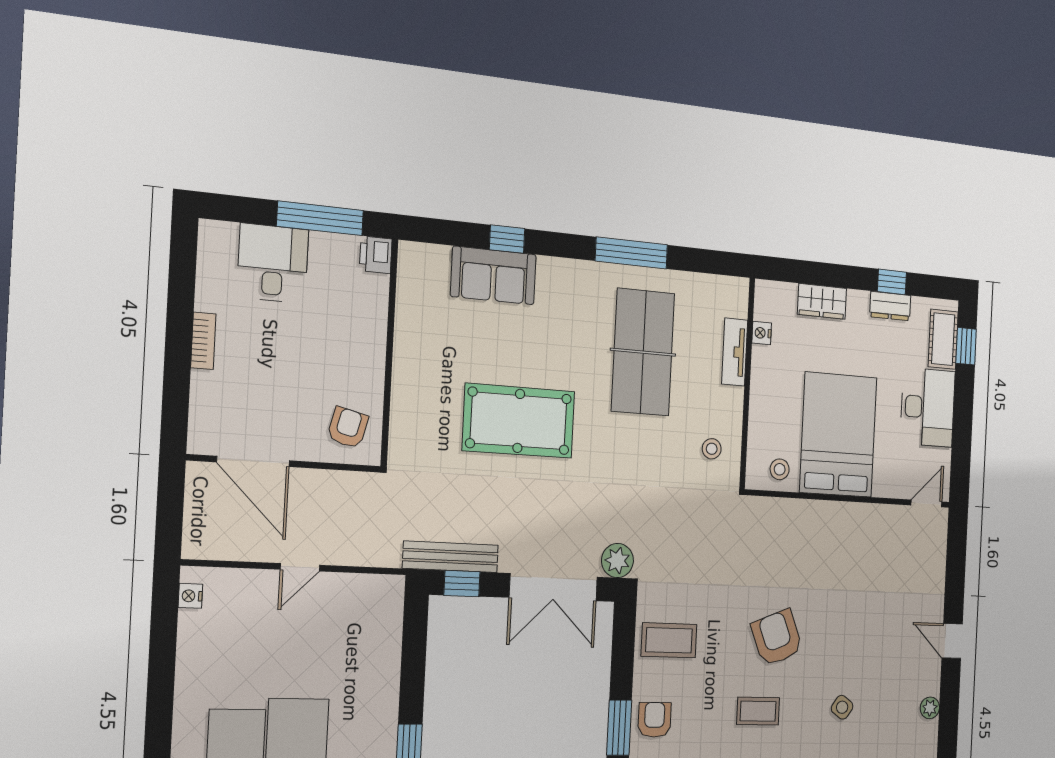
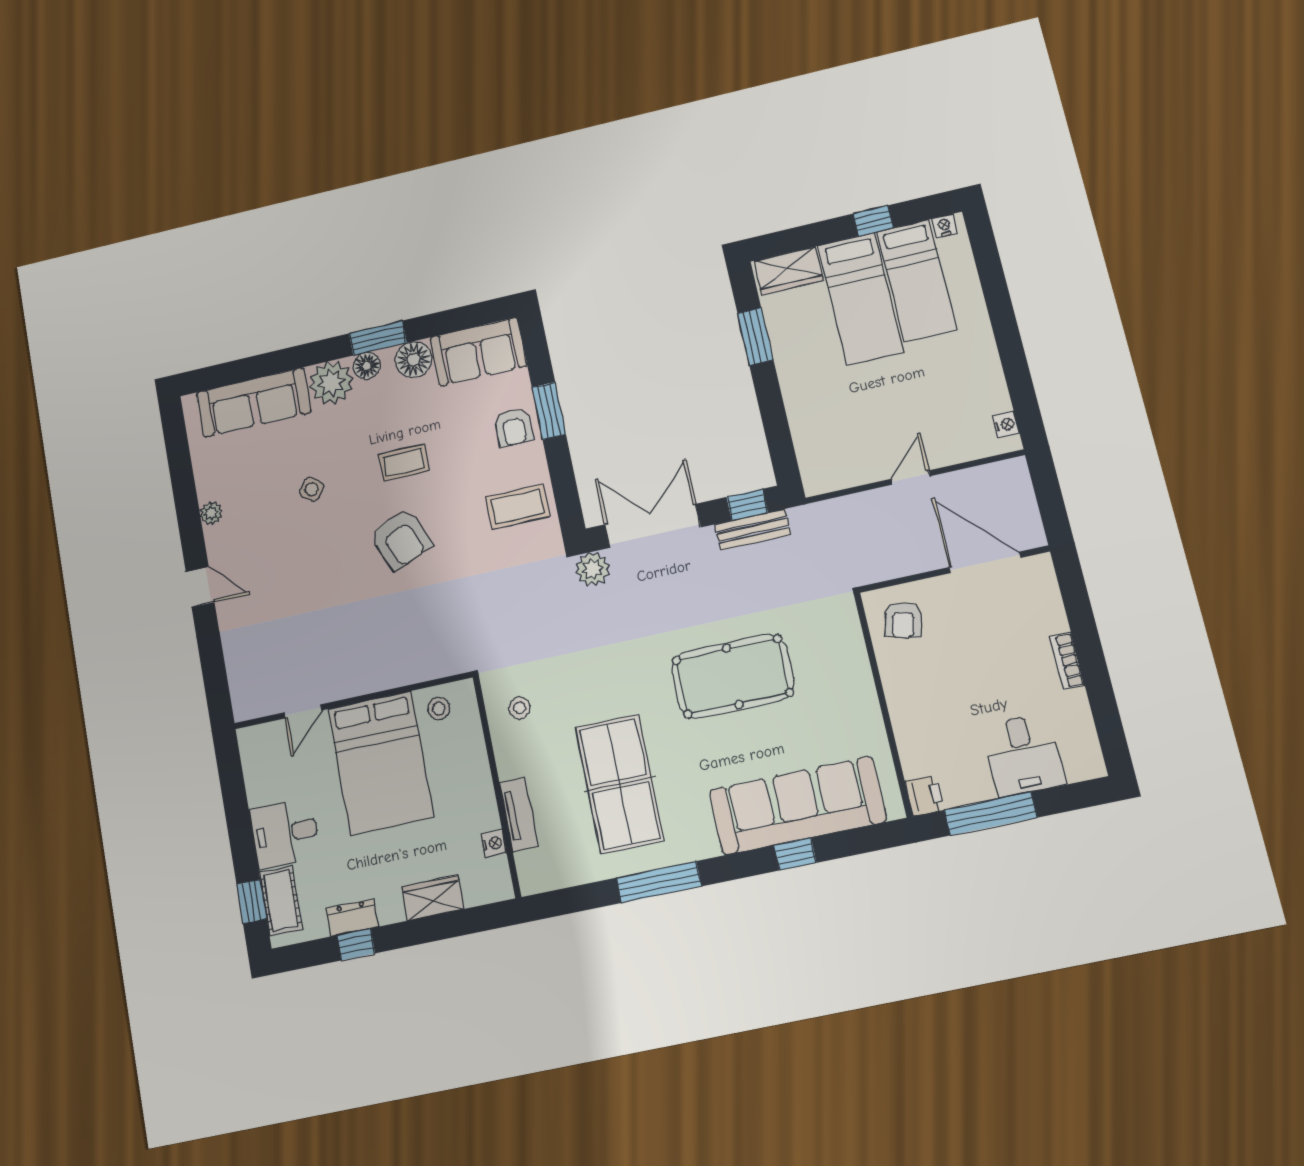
sofa: (493, 275) -> (798, 806), width x1.85, depth x1.27
desk: (928, 407) -> (285, 833), width x0.73
door: (927, 503) -> (303, 711), moved
bench: (451, 557) -> (753, 530), width x0.73

